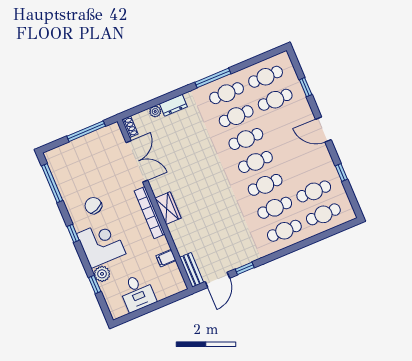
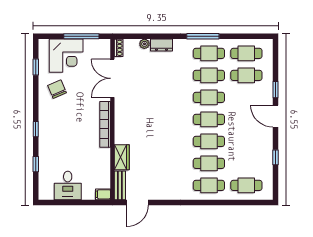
window: (306, 87) -> (275, 90), moved
double door: (137, 161) -> (112, 78), swing flipped
window: (52, 183) -> (36, 67), width x0.46
cafe table: (314, 191) -> (246, 163), removed
chair: (93, 206) -> (57, 89), moved
wardrobe: (168, 208) -> (122, 157), moved
window: (73, 233) -> (36, 129), moved
corner desk: (101, 244) -> (66, 56), moved, turned 90
filing cabinet: (166, 258) -> (103, 194), moved
window: (245, 268) -> (164, 203), removed
plant: (102, 274) -> (45, 158), removed

